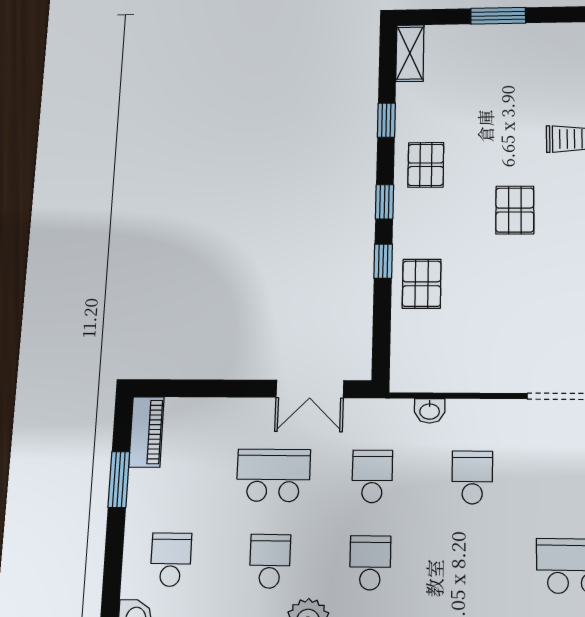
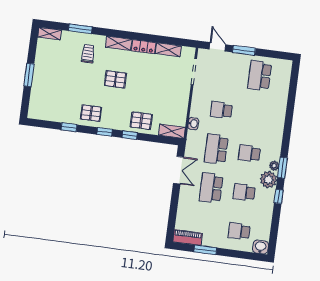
shelving: (410, 53) -> (172, 131), moved
school desk: (372, 476) -> (216, 149), width x1.85

